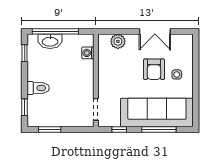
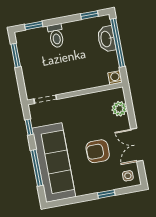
washing machine: (88, 53) -> (115, 78), moved
window: (196, 69) -> (106, 194), added
side table: (177, 74) -> (128, 176), moved

